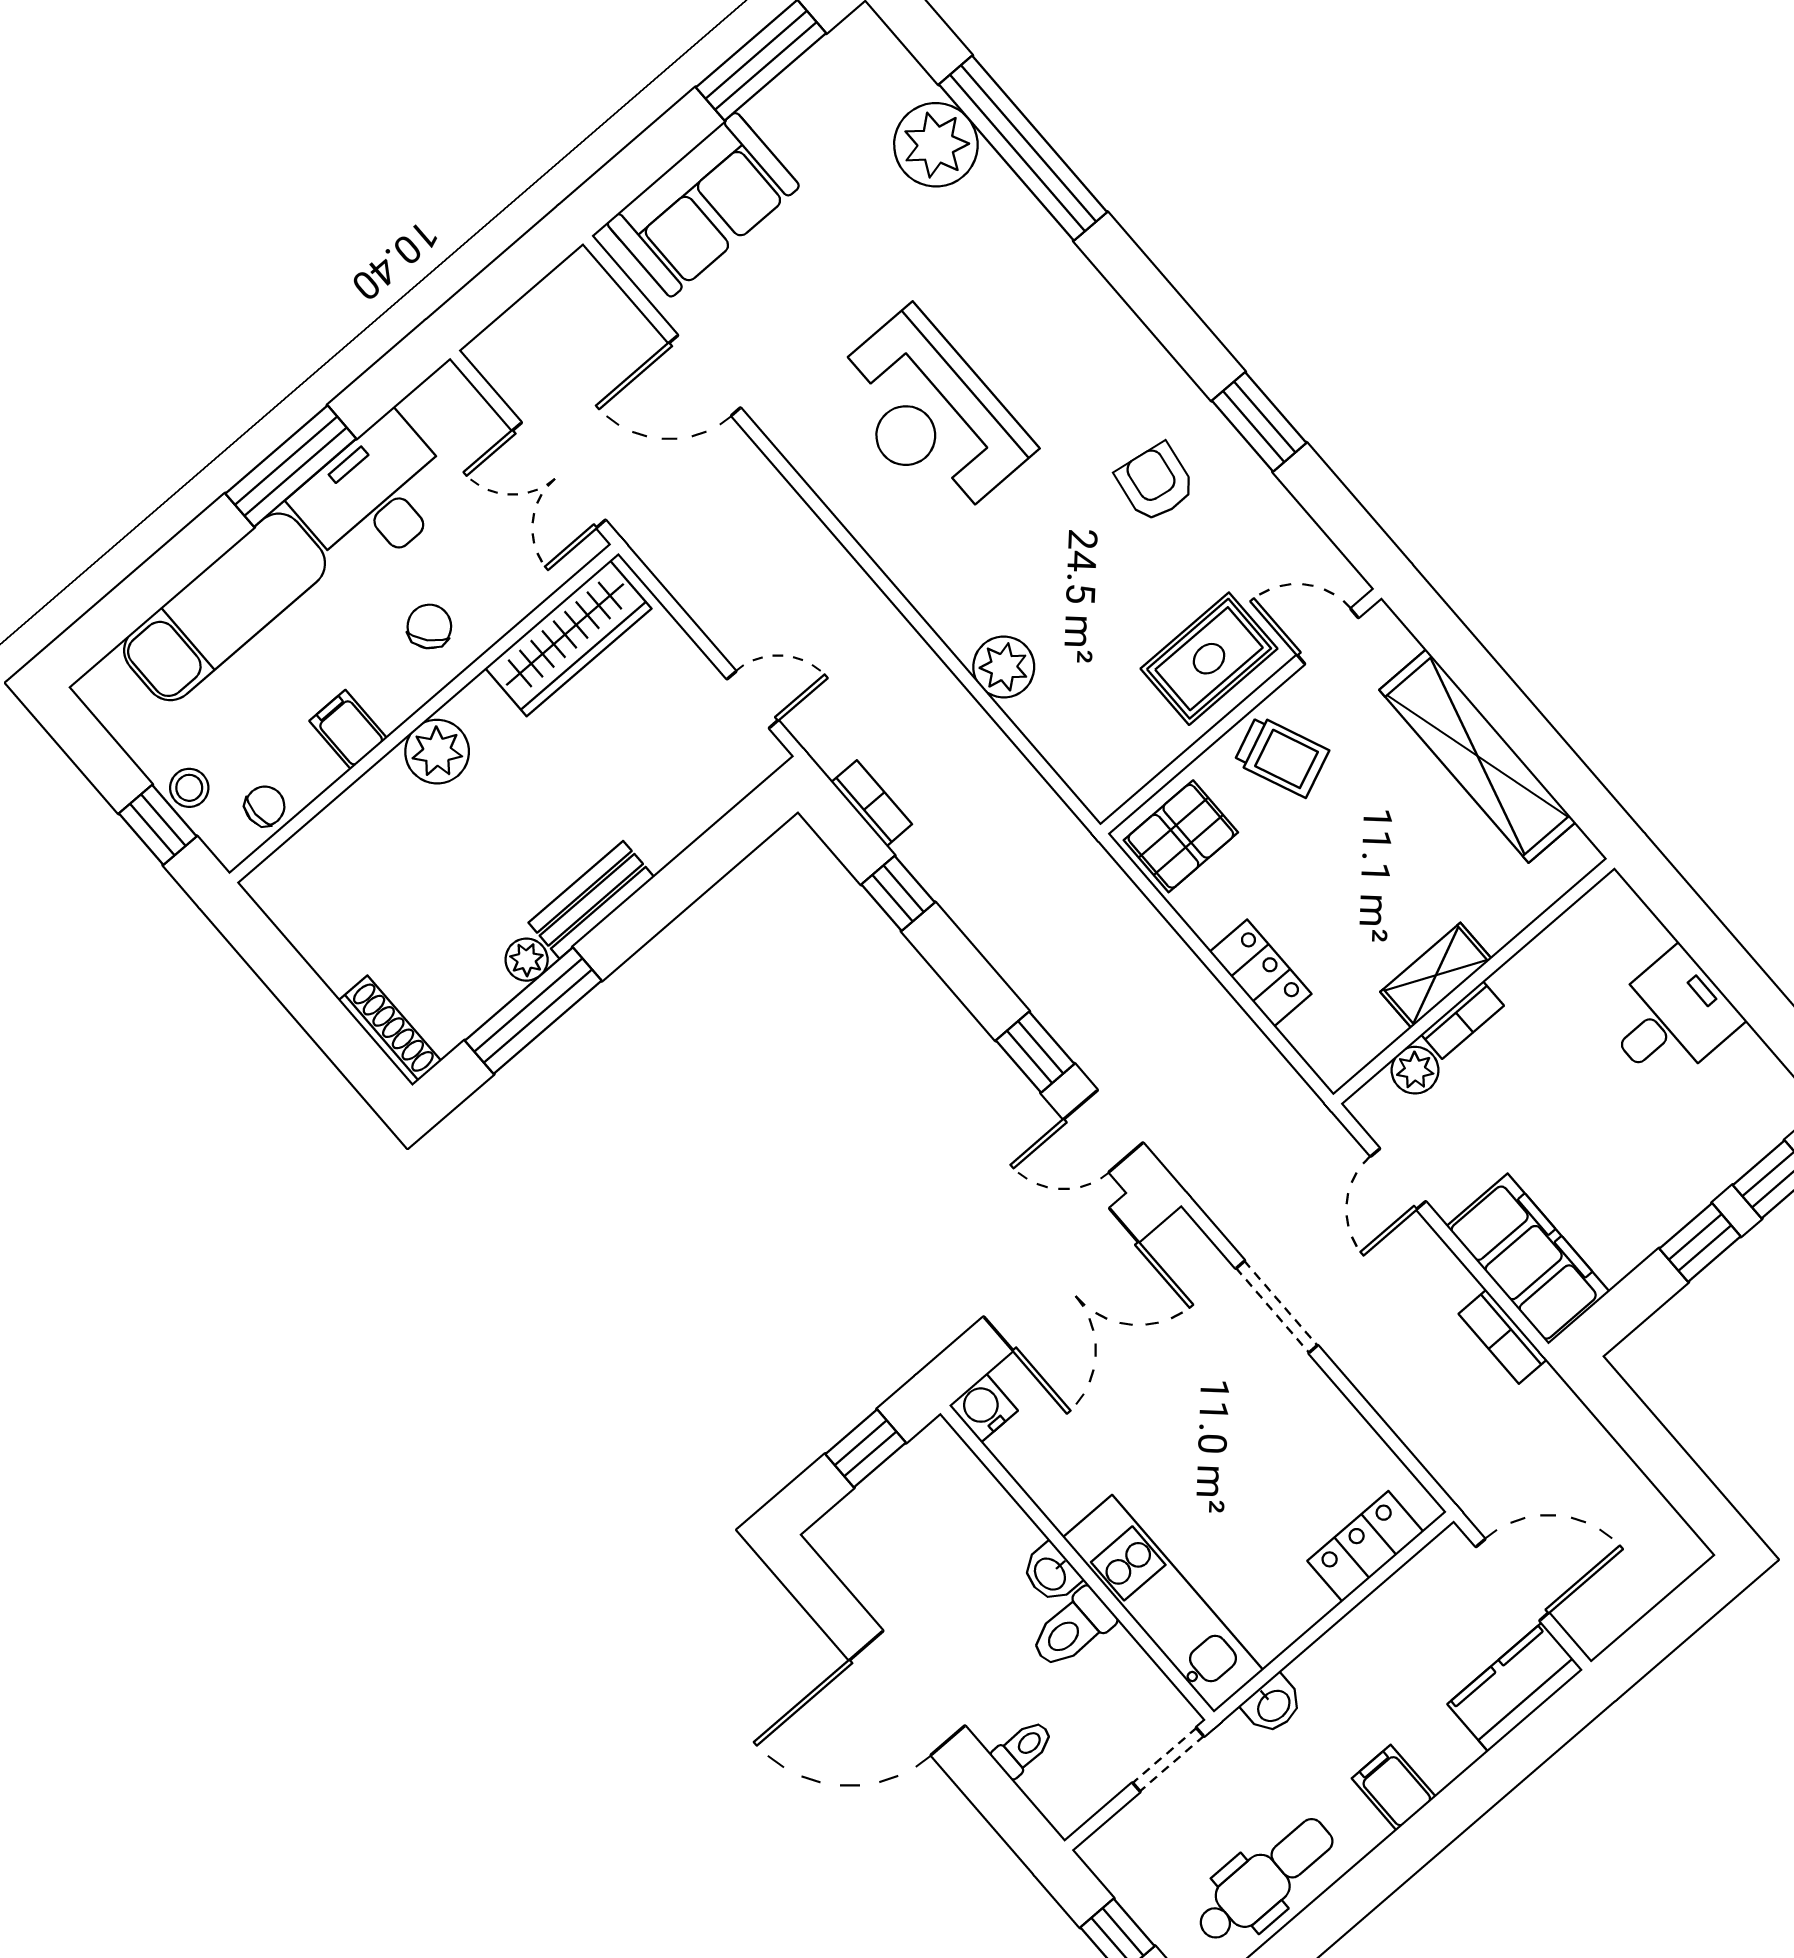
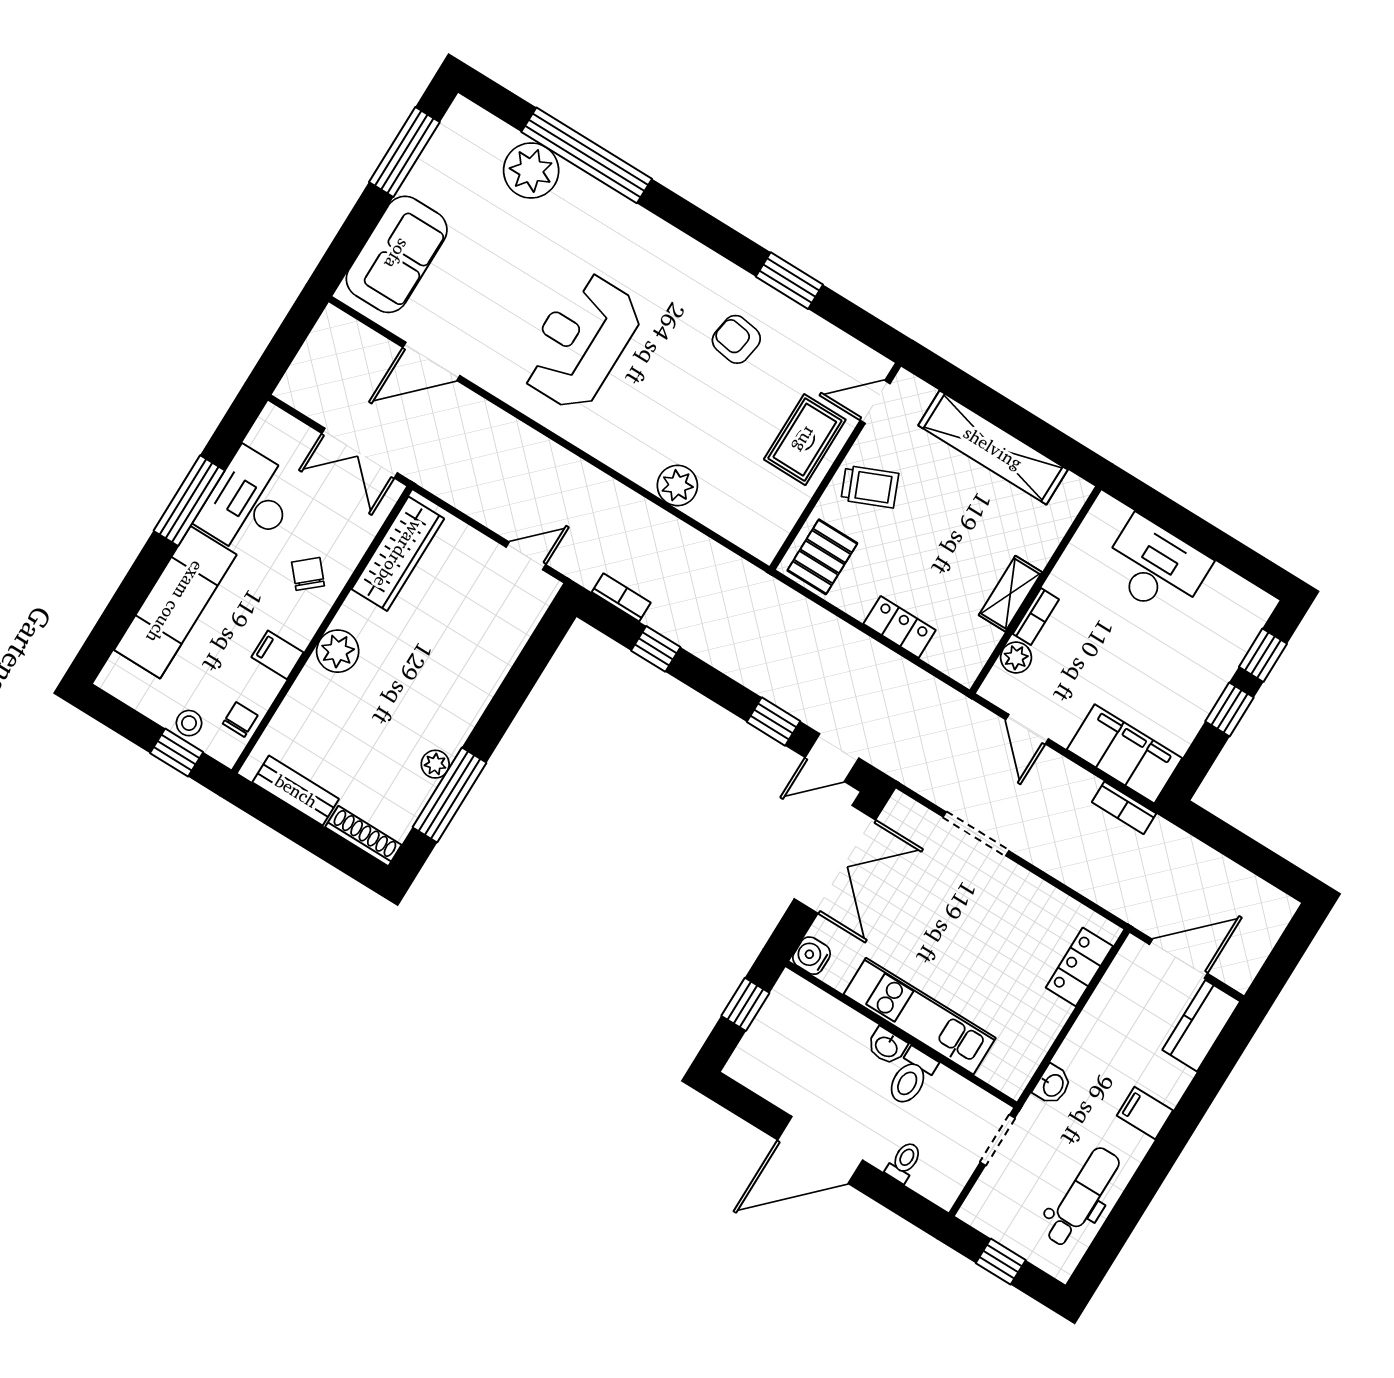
reception desk: (930, 415) -> (581, 341), turned 90
bench: (591, 900) -> (296, 791), moved, turned 90
desk: (1671, 1018) -> (1155, 567), width x1.37
kitchen unit: (1163, 1604) -> (920, 1016), moved

